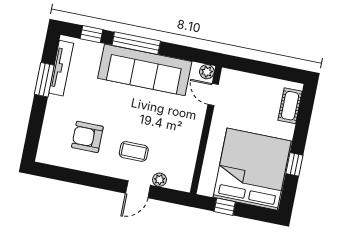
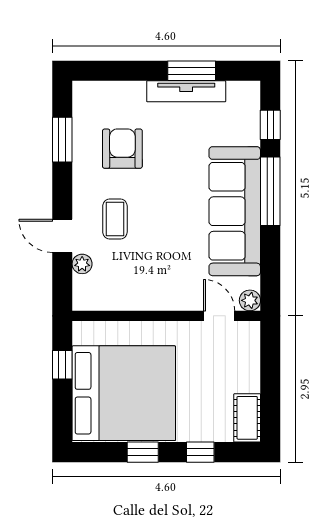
tv unit: (61, 68) -> (186, 91), moved
door: (213, 94) -> (219, 316), hinge flipped
cot: (290, 106) -> (247, 418), moved, turned 90
window: (302, 126) -> (200, 452), added
window: (73, 176) -> (62, 140), added

